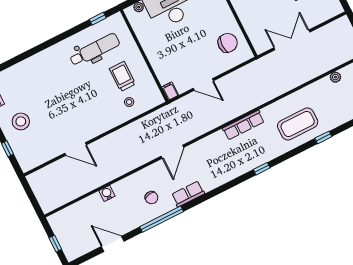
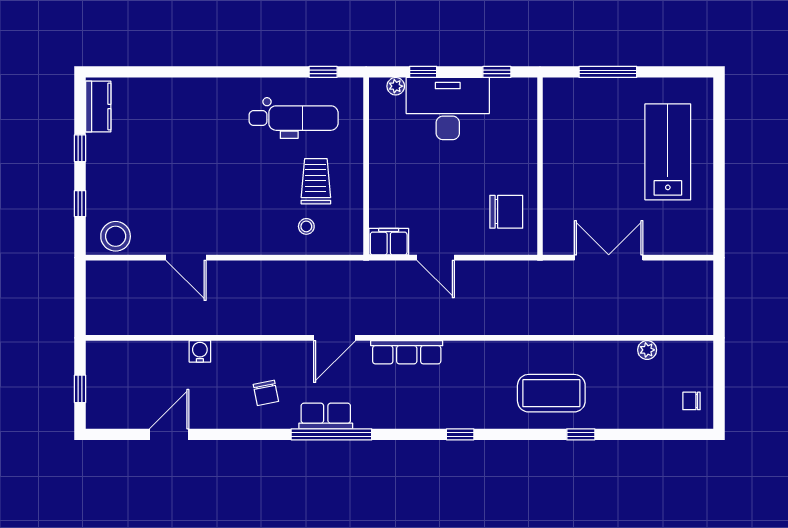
filing cabinet: (170, 91) -> (389, 242), width x2.00
stool: (21, 121) -> (116, 236), moved
row of seats: (243, 125) -> (407, 352), moved
window: (162, 219) -> (331, 434), moved
door: (113, 244) -> (169, 434), hinge flipped

